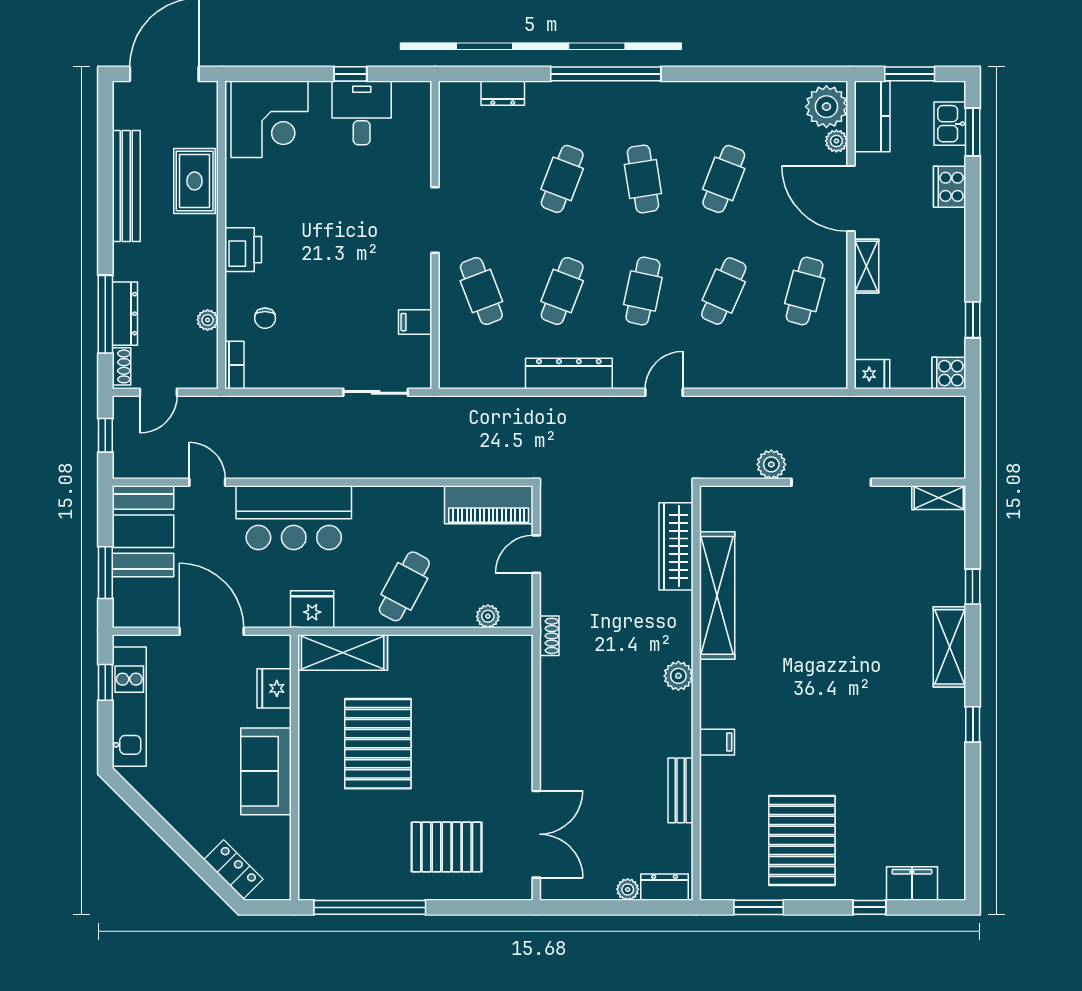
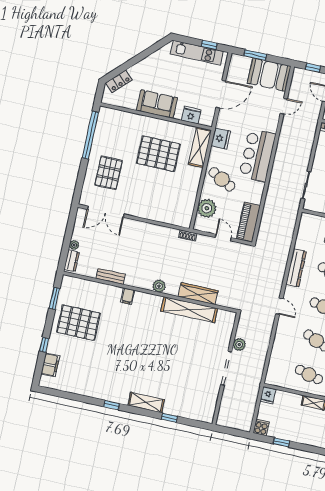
shelving: (939, 498) -> (210, 412), removed
bar counter: (294, 518) -> (257, 155), moved
wardrobe: (676, 546) -> (198, 294), moved
plant: (488, 616) -> (207, 208), width x1.88, depth x1.88

